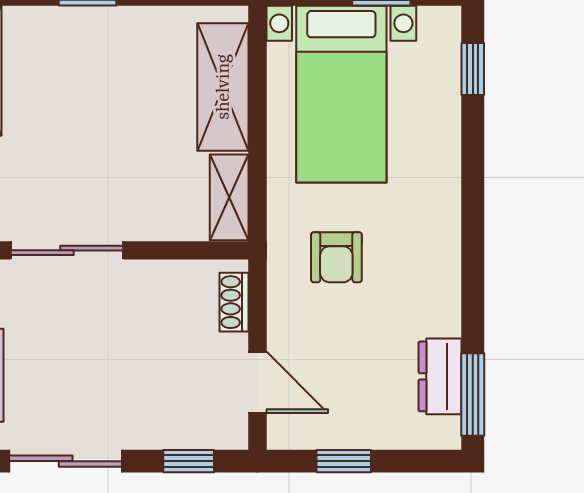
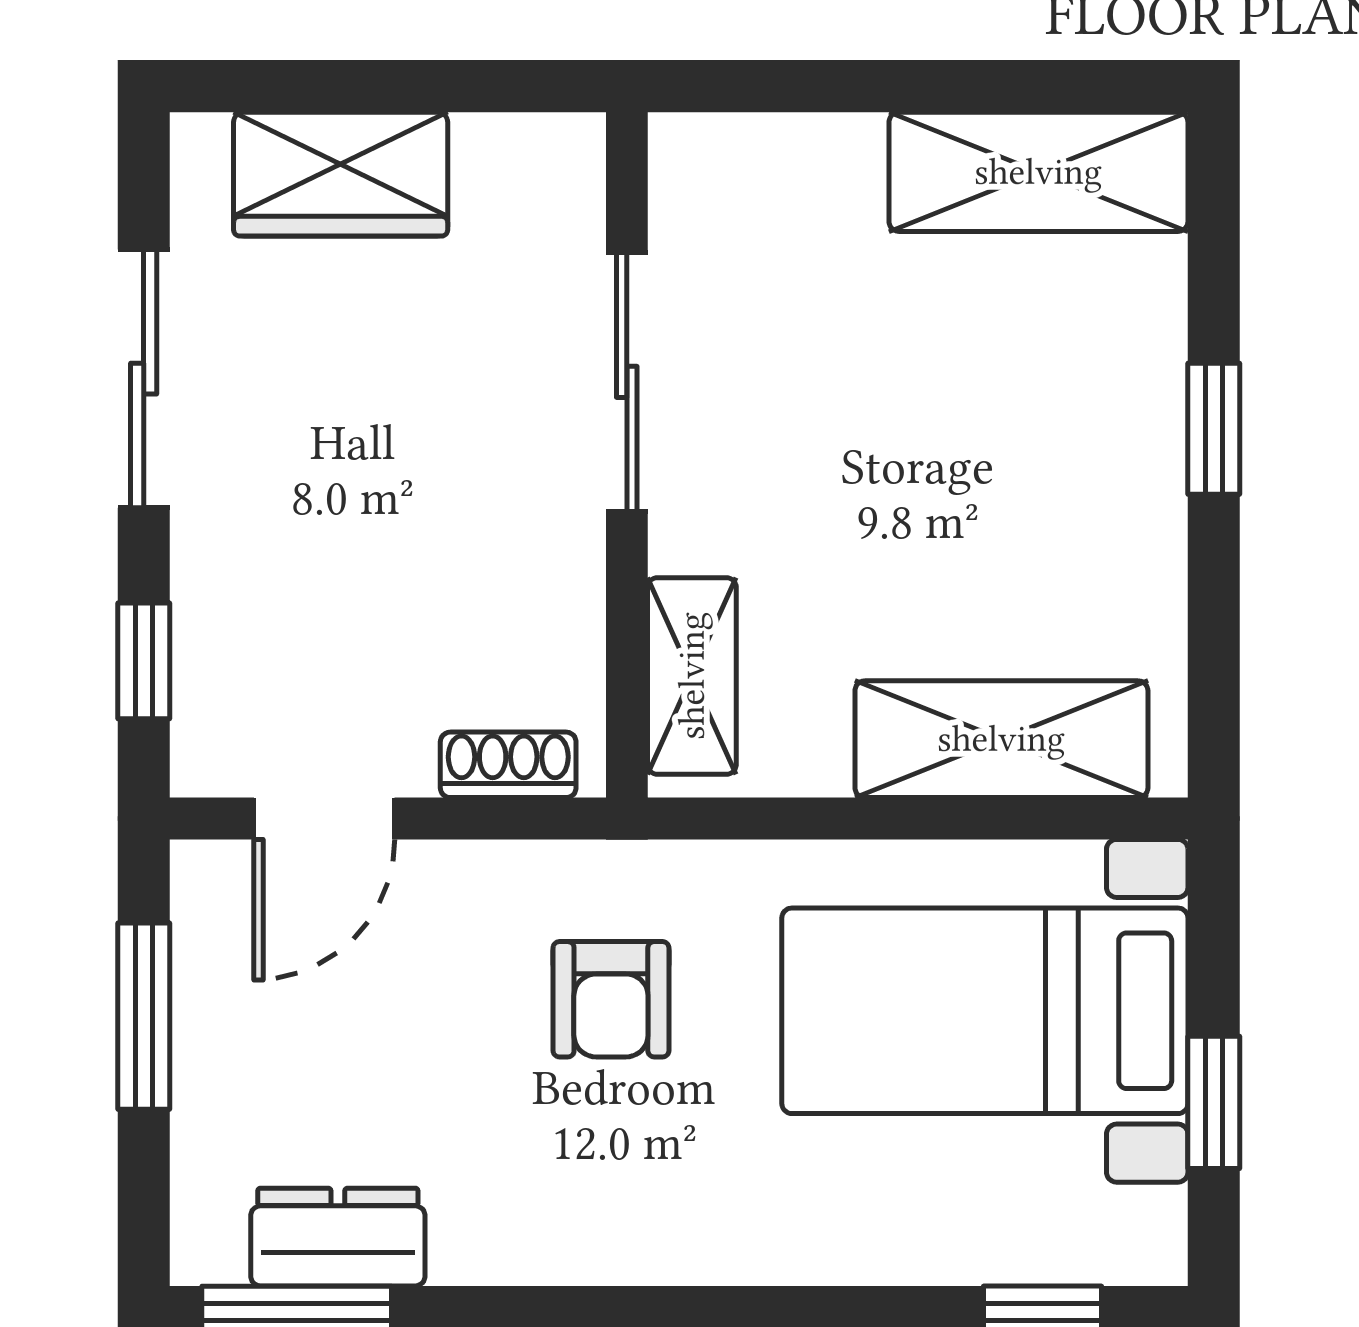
shelving: (229, 197) -> (692, 676), moved, turned 90
armchair: (336, 257) -> (611, 999), turned -90
window: (344, 461) -> (144, 1016), width x1.50

